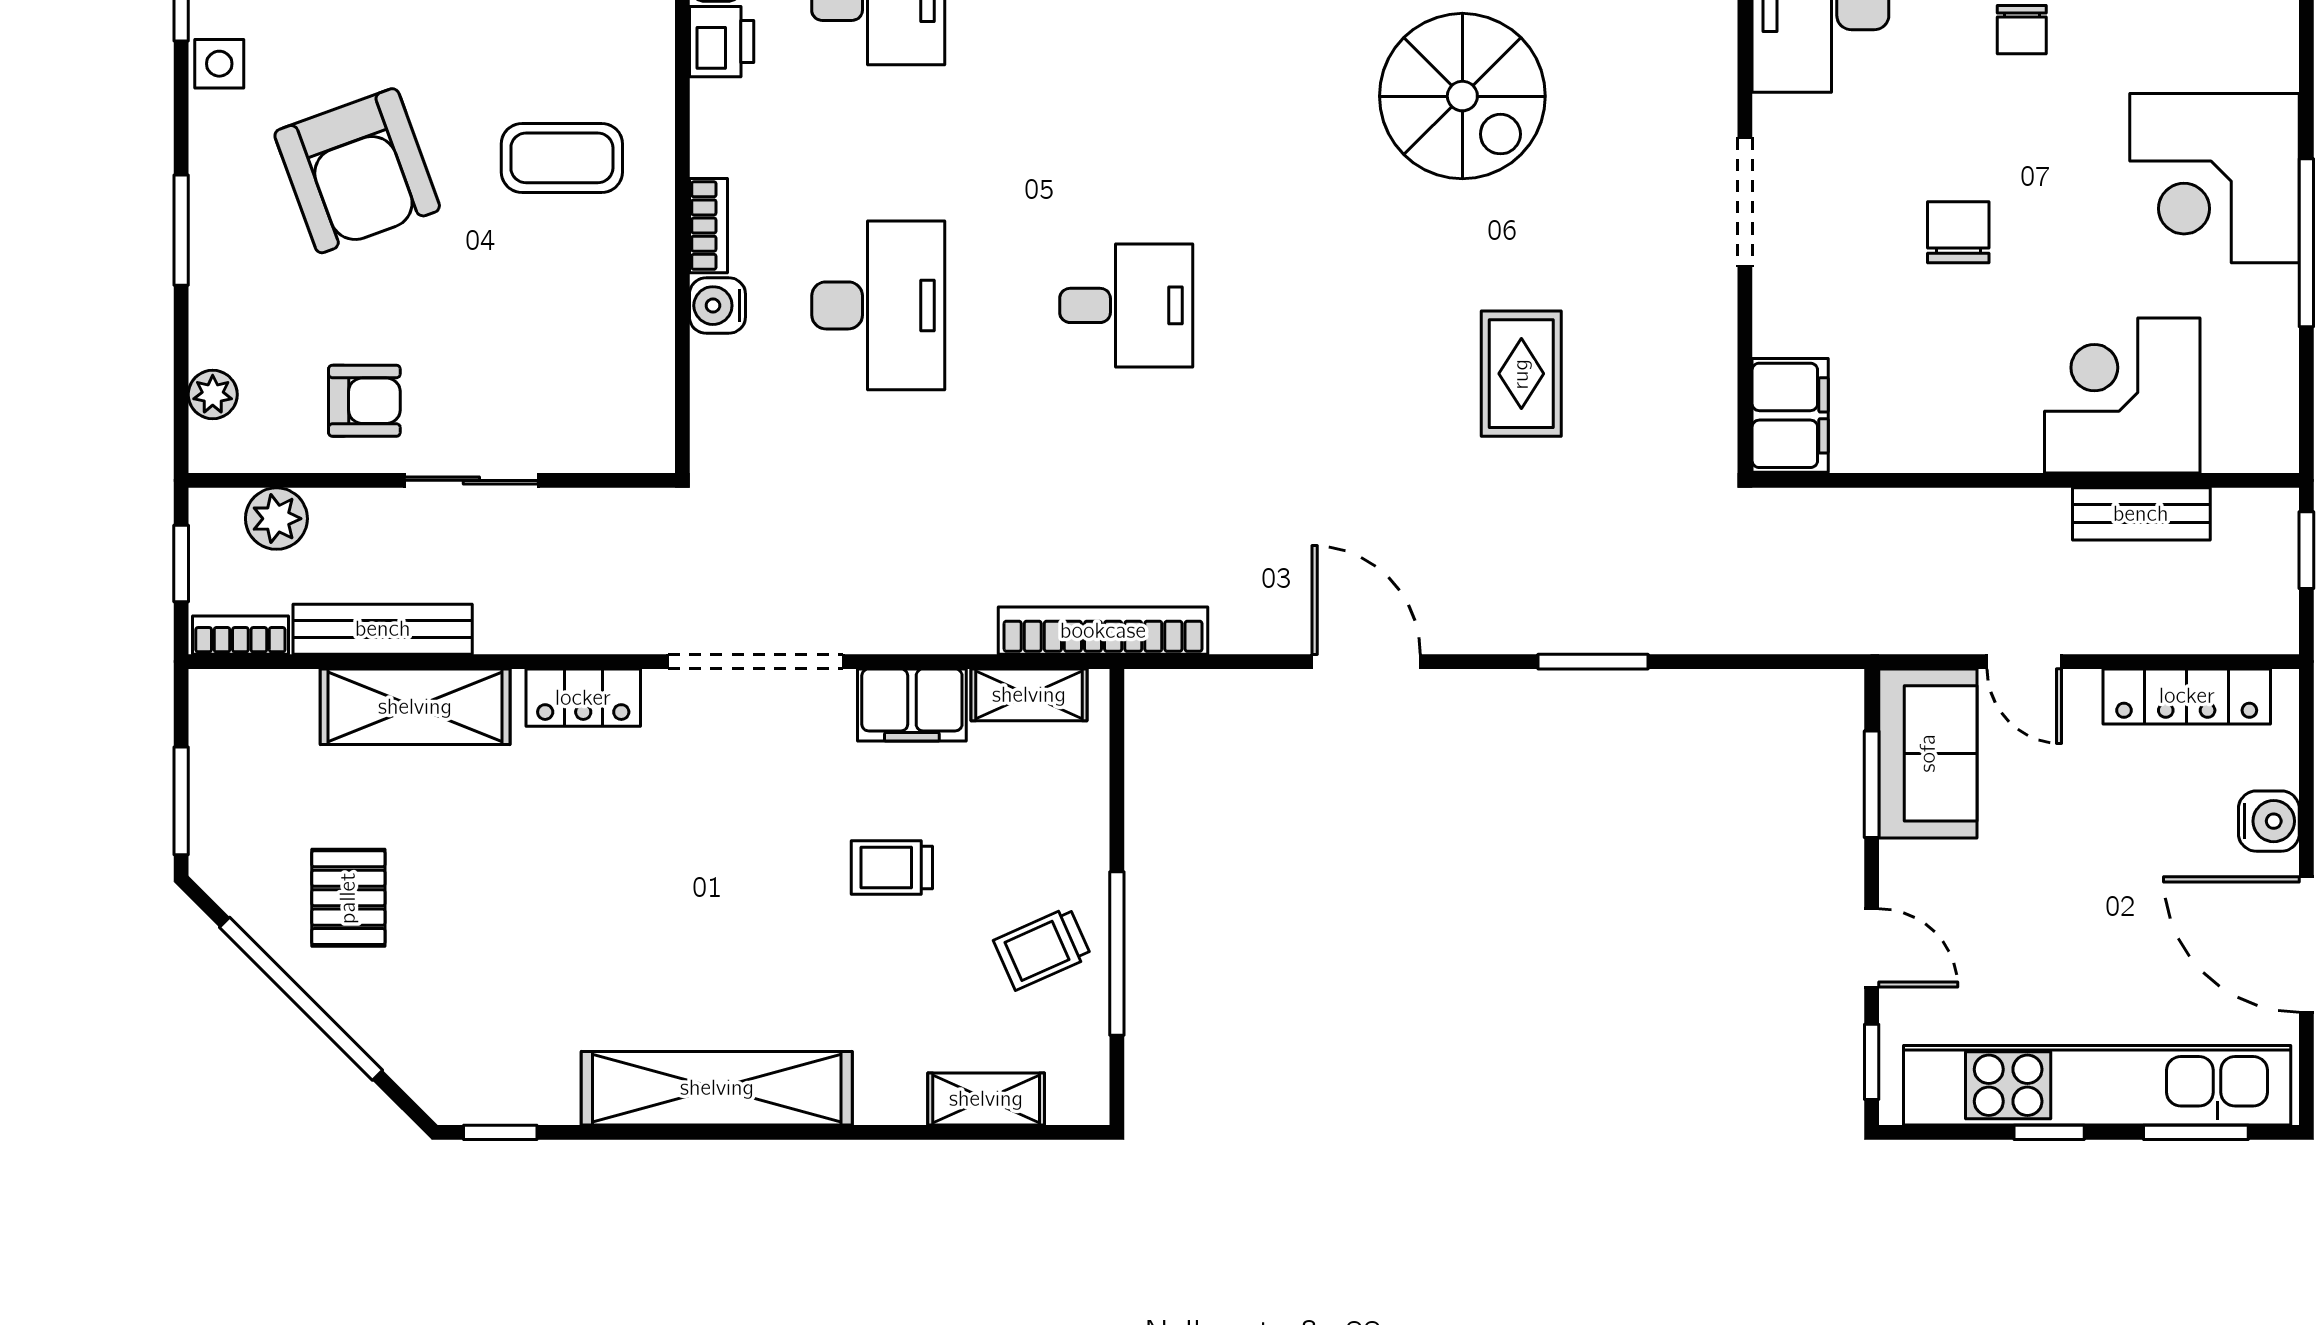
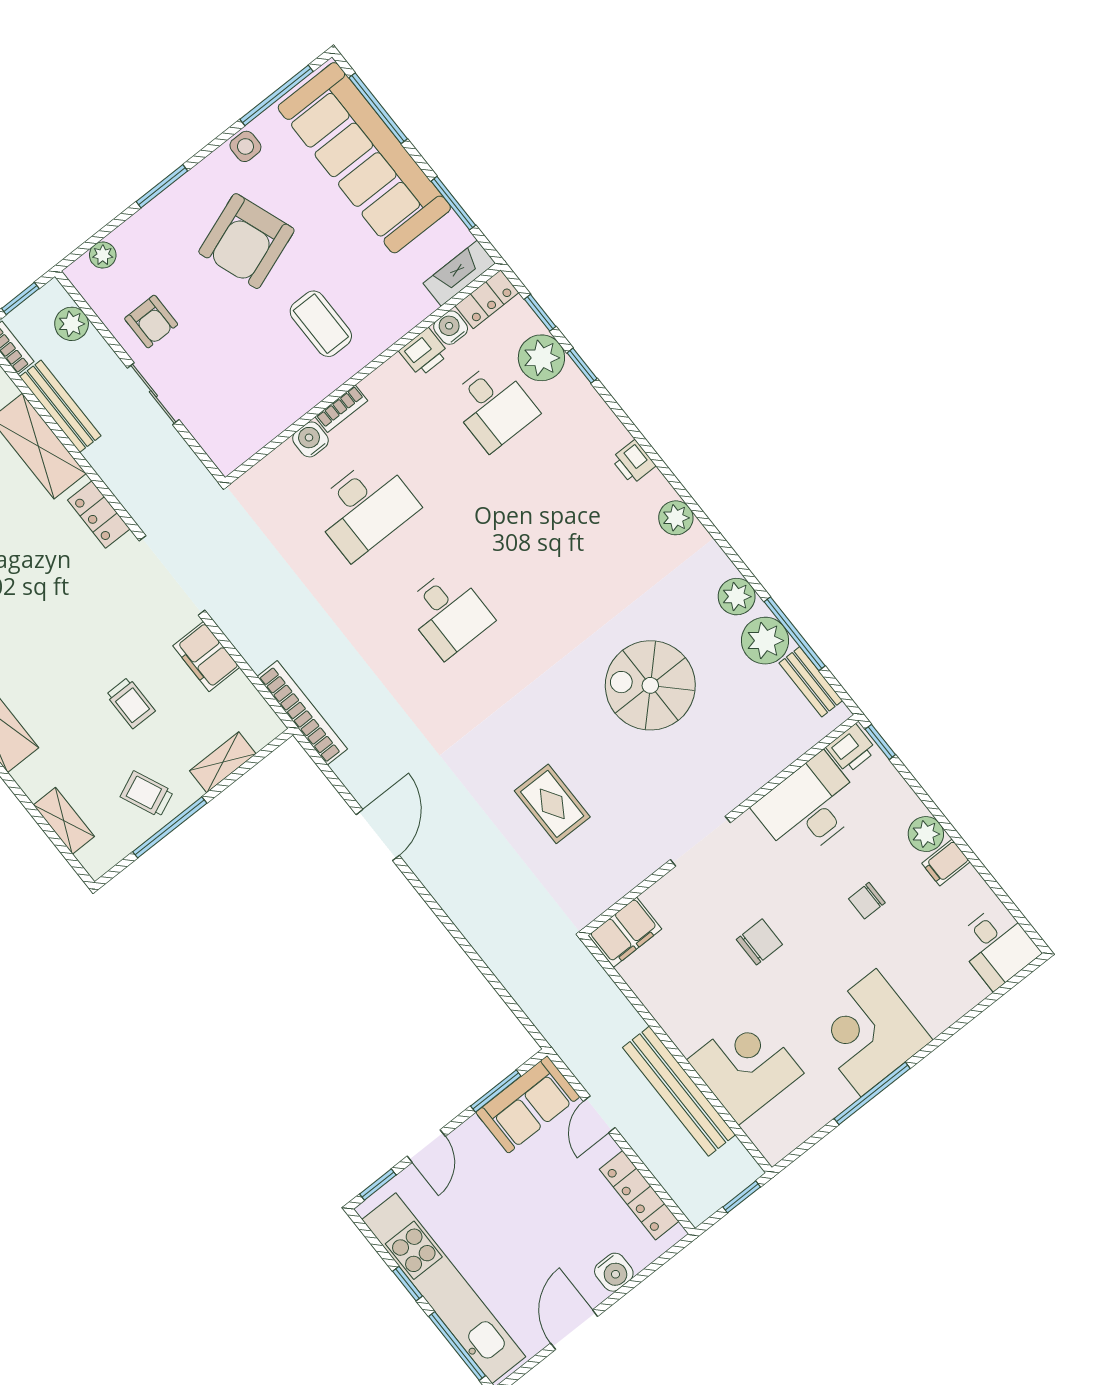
spiral stairs: (1462, 96) -> (650, 685), turned 90
rug: (1521, 374) -> (552, 804), turned 90
bench: (2141, 514) -> (679, 1091), width x1.86, depth x1.21
window: (1593, 662) -> (454, 931), removed
shelving: (1029, 695) -> (223, 762), moved, turned 90
trolley: (892, 868) -> (131, 703), turned 180
door: (2306, 944) -> (574, 1330), width x0.73
window: (2196, 1132) -> (457, 1346), width x1.44

